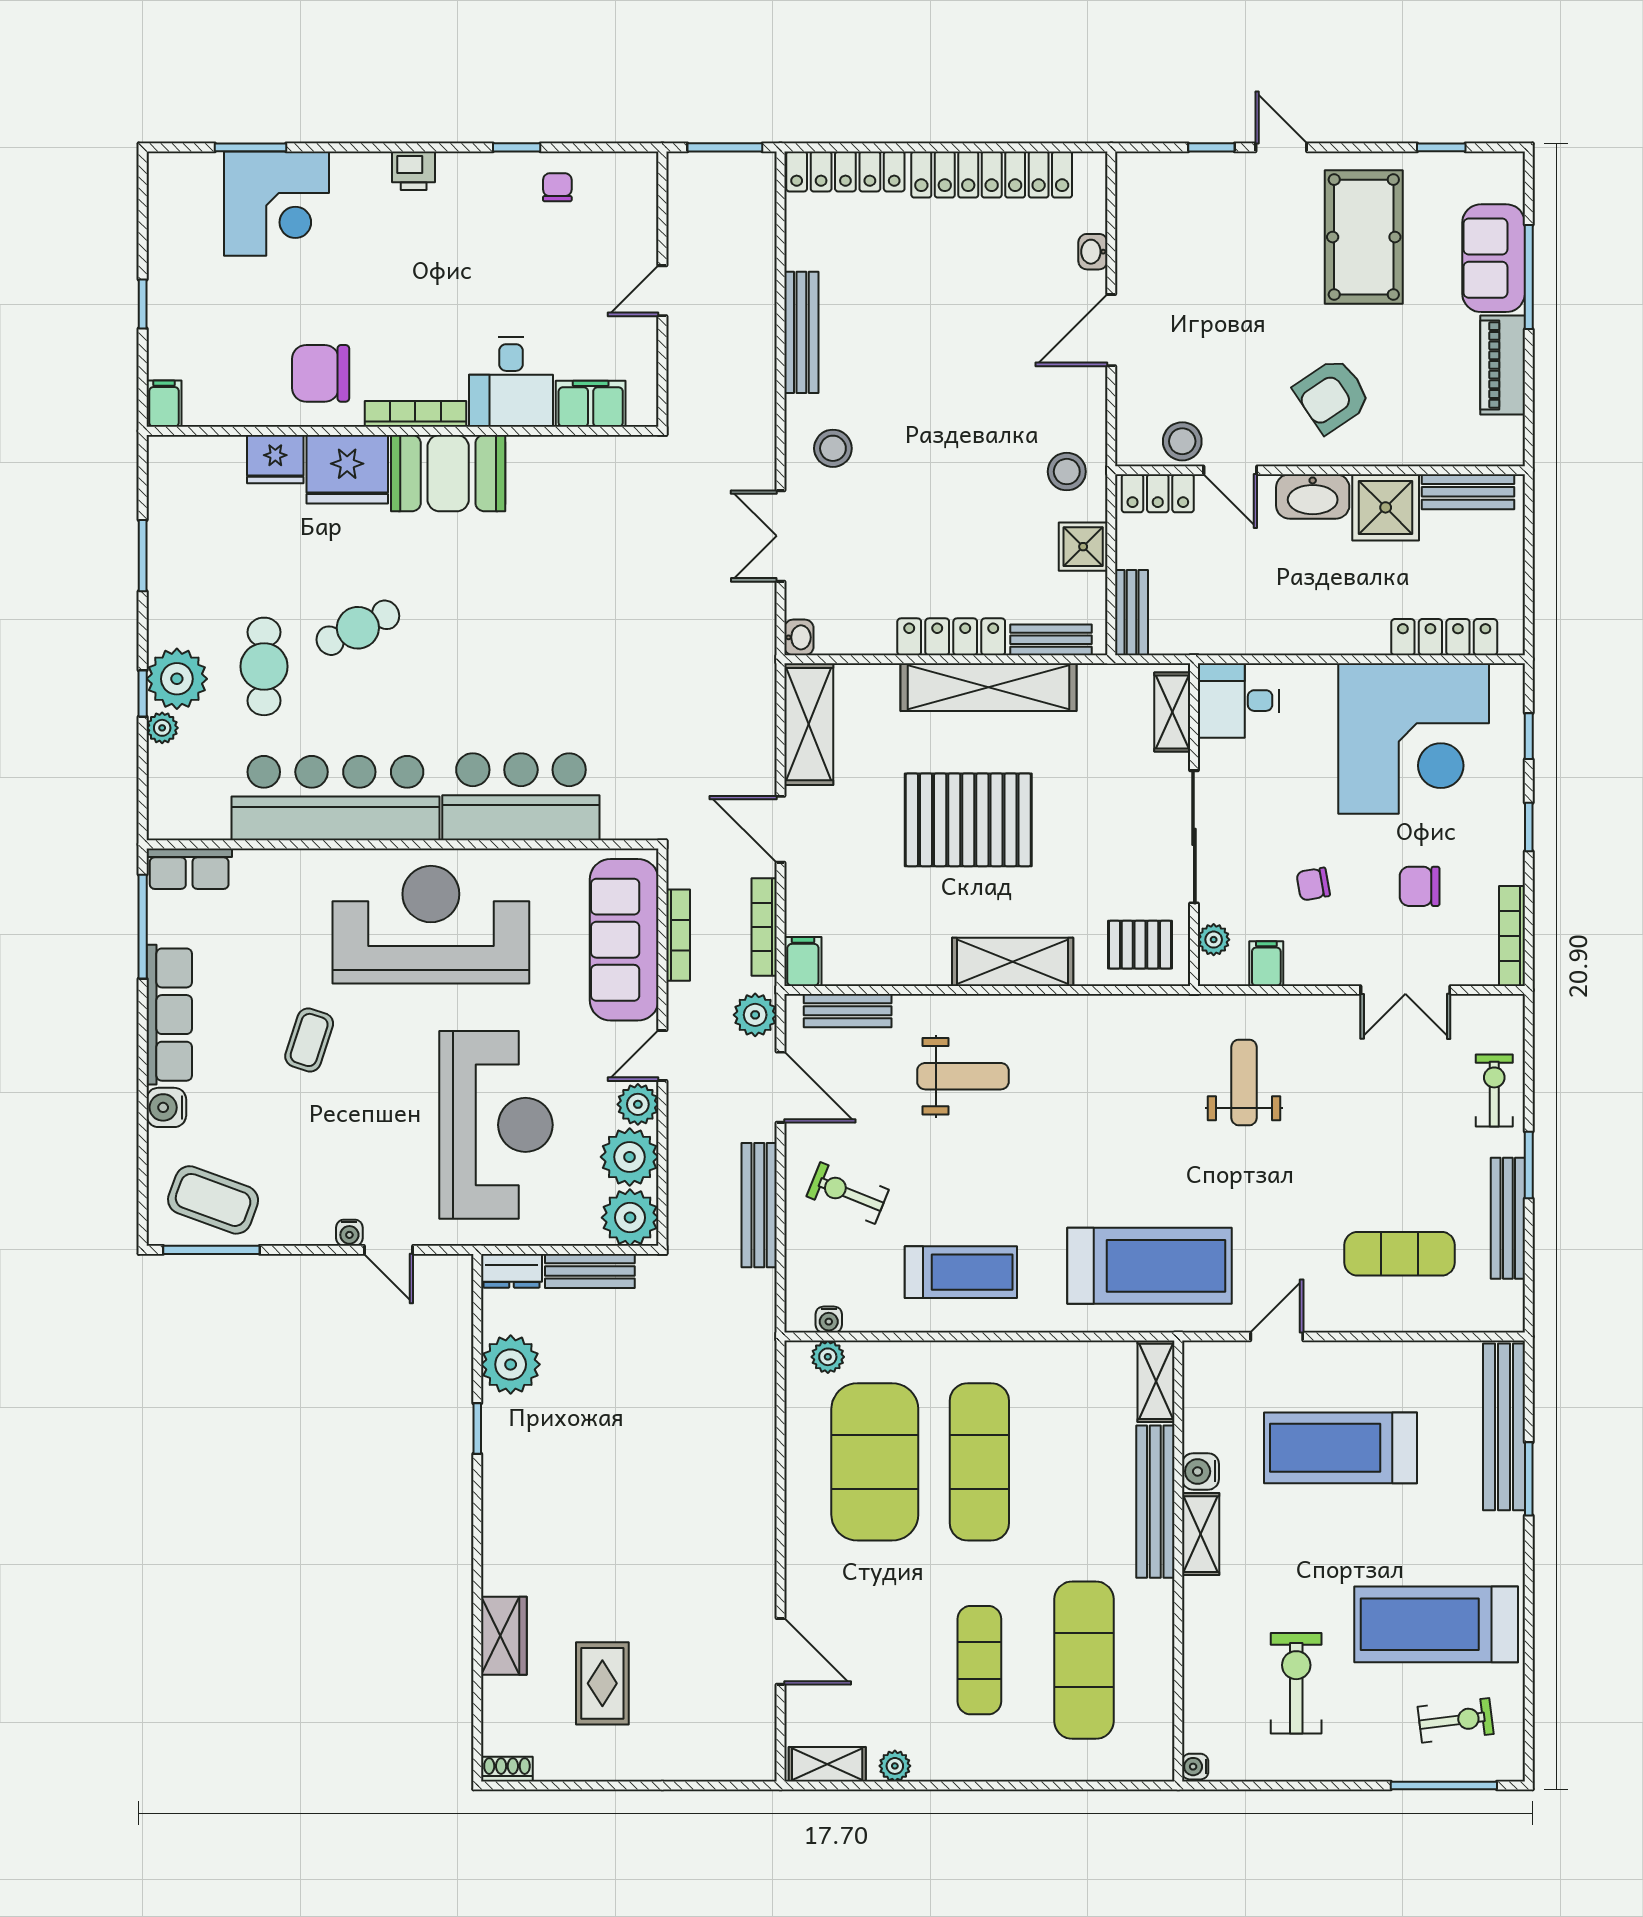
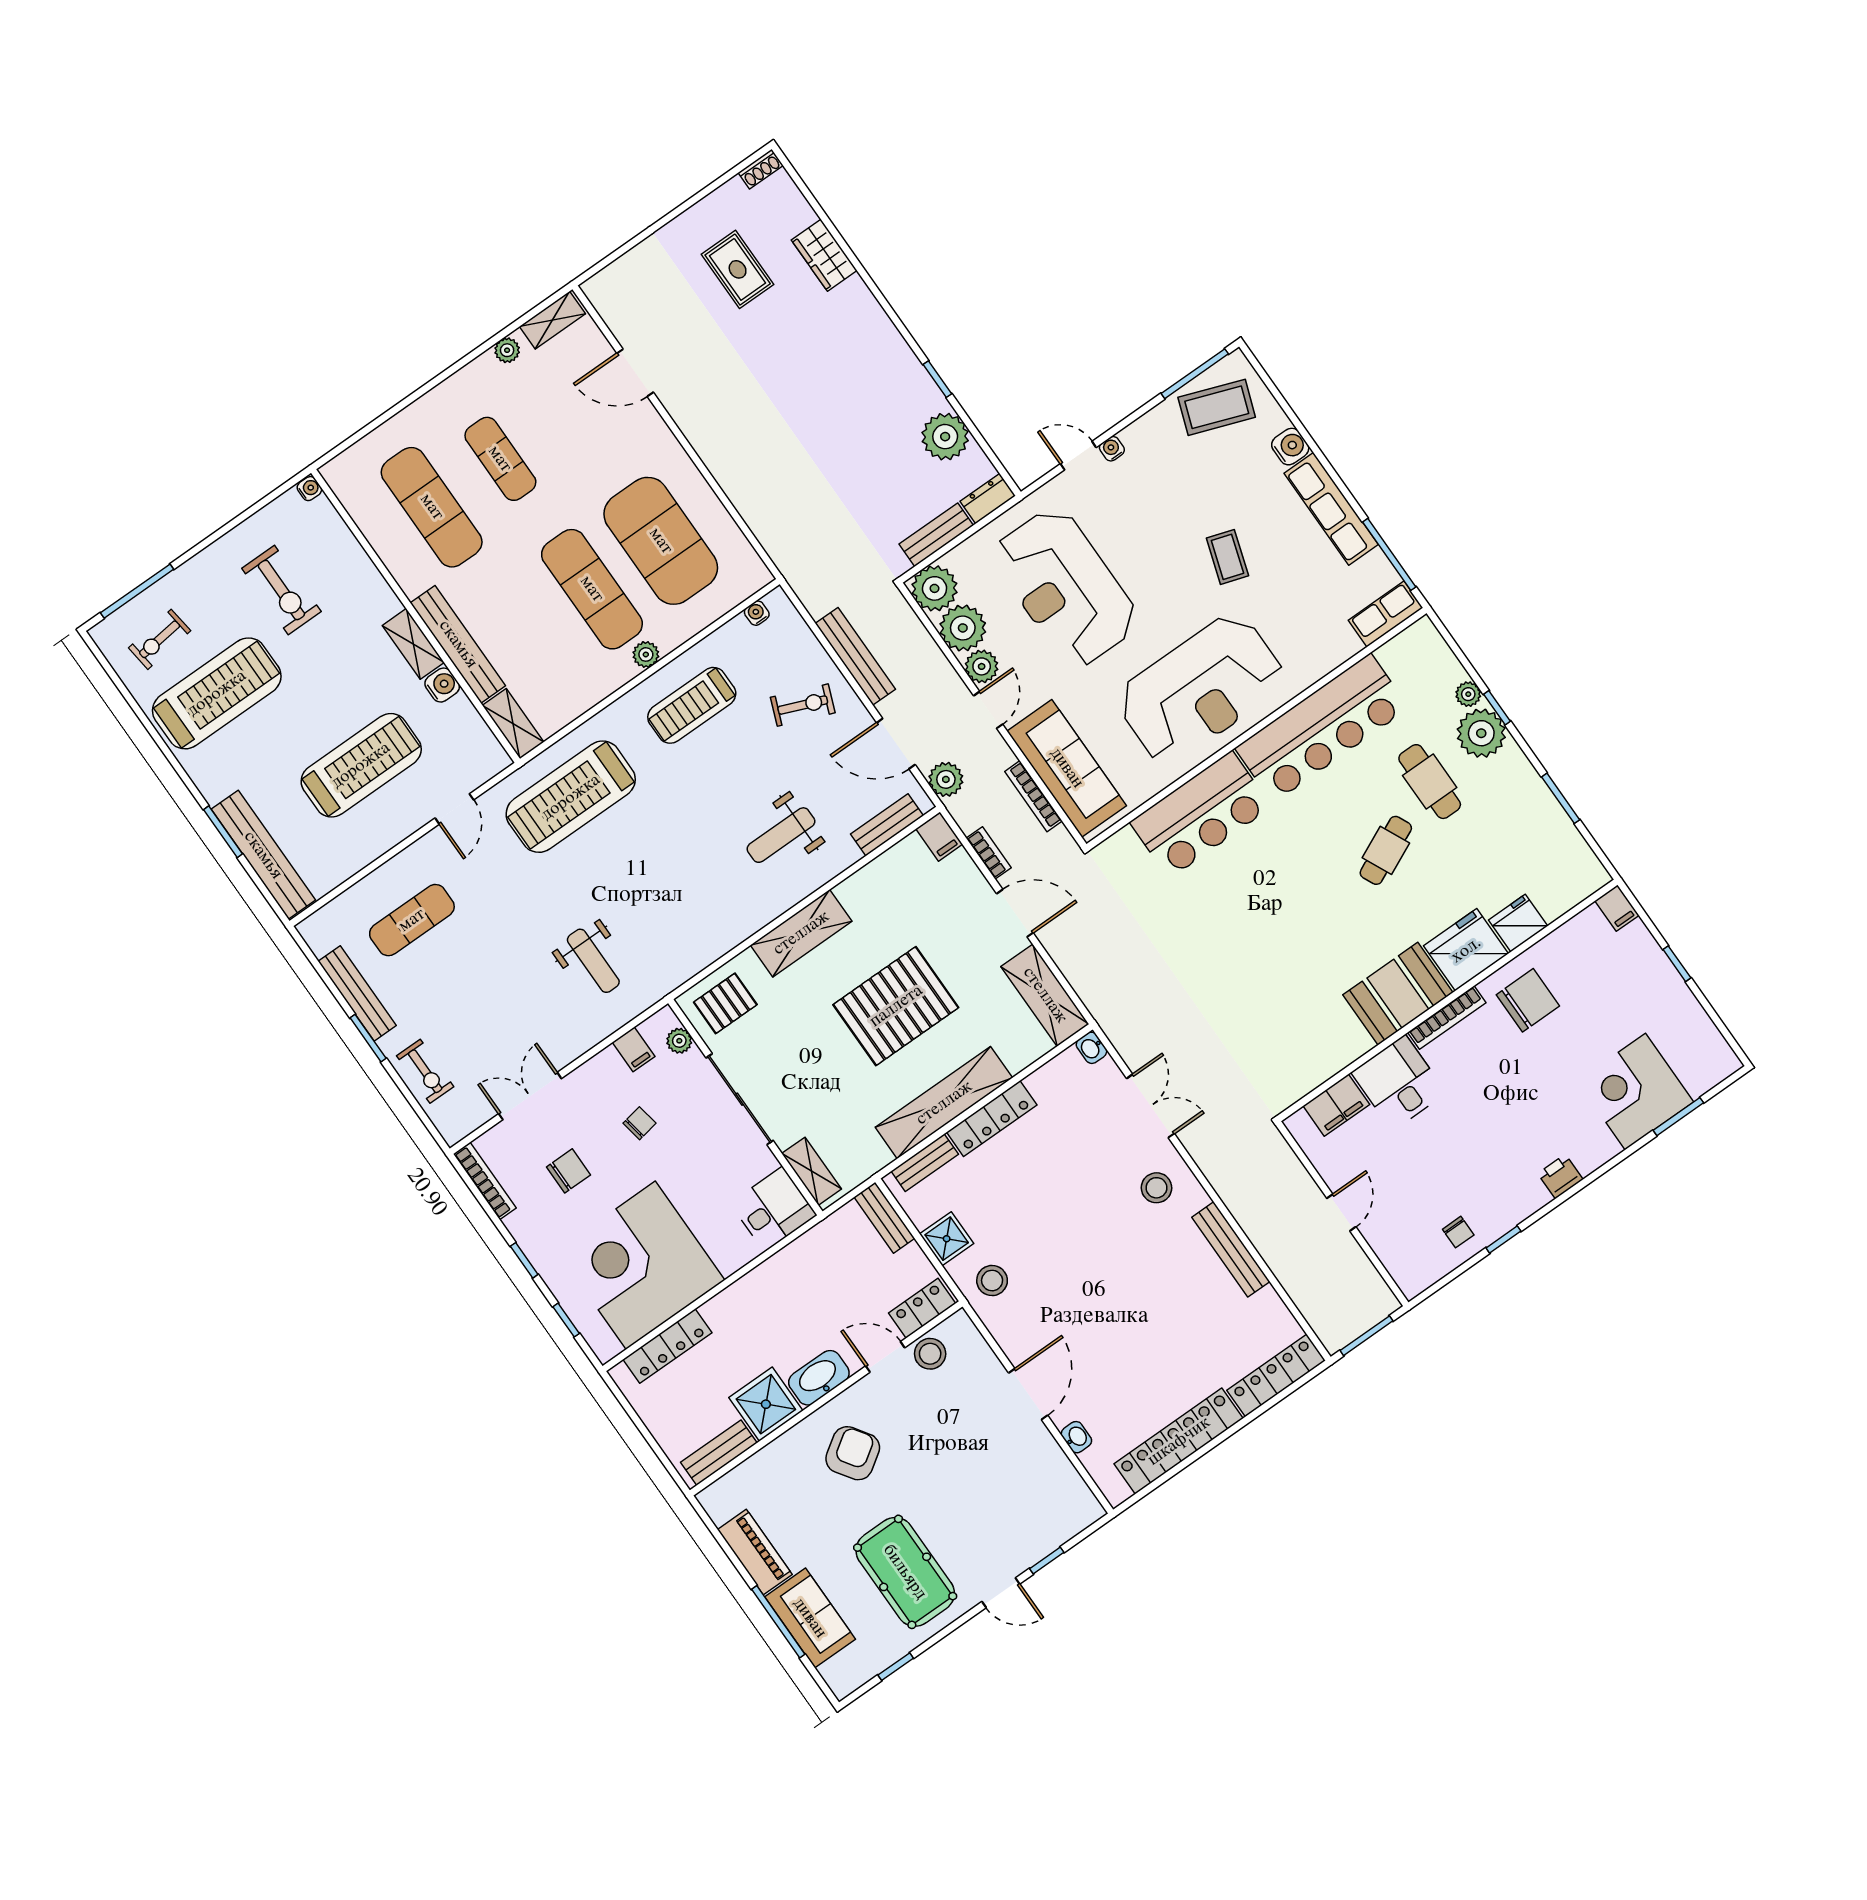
bookcase: (764, 927) -> (989, 853), width x0.64
plant: (828, 1357) -> (646, 654), moved

